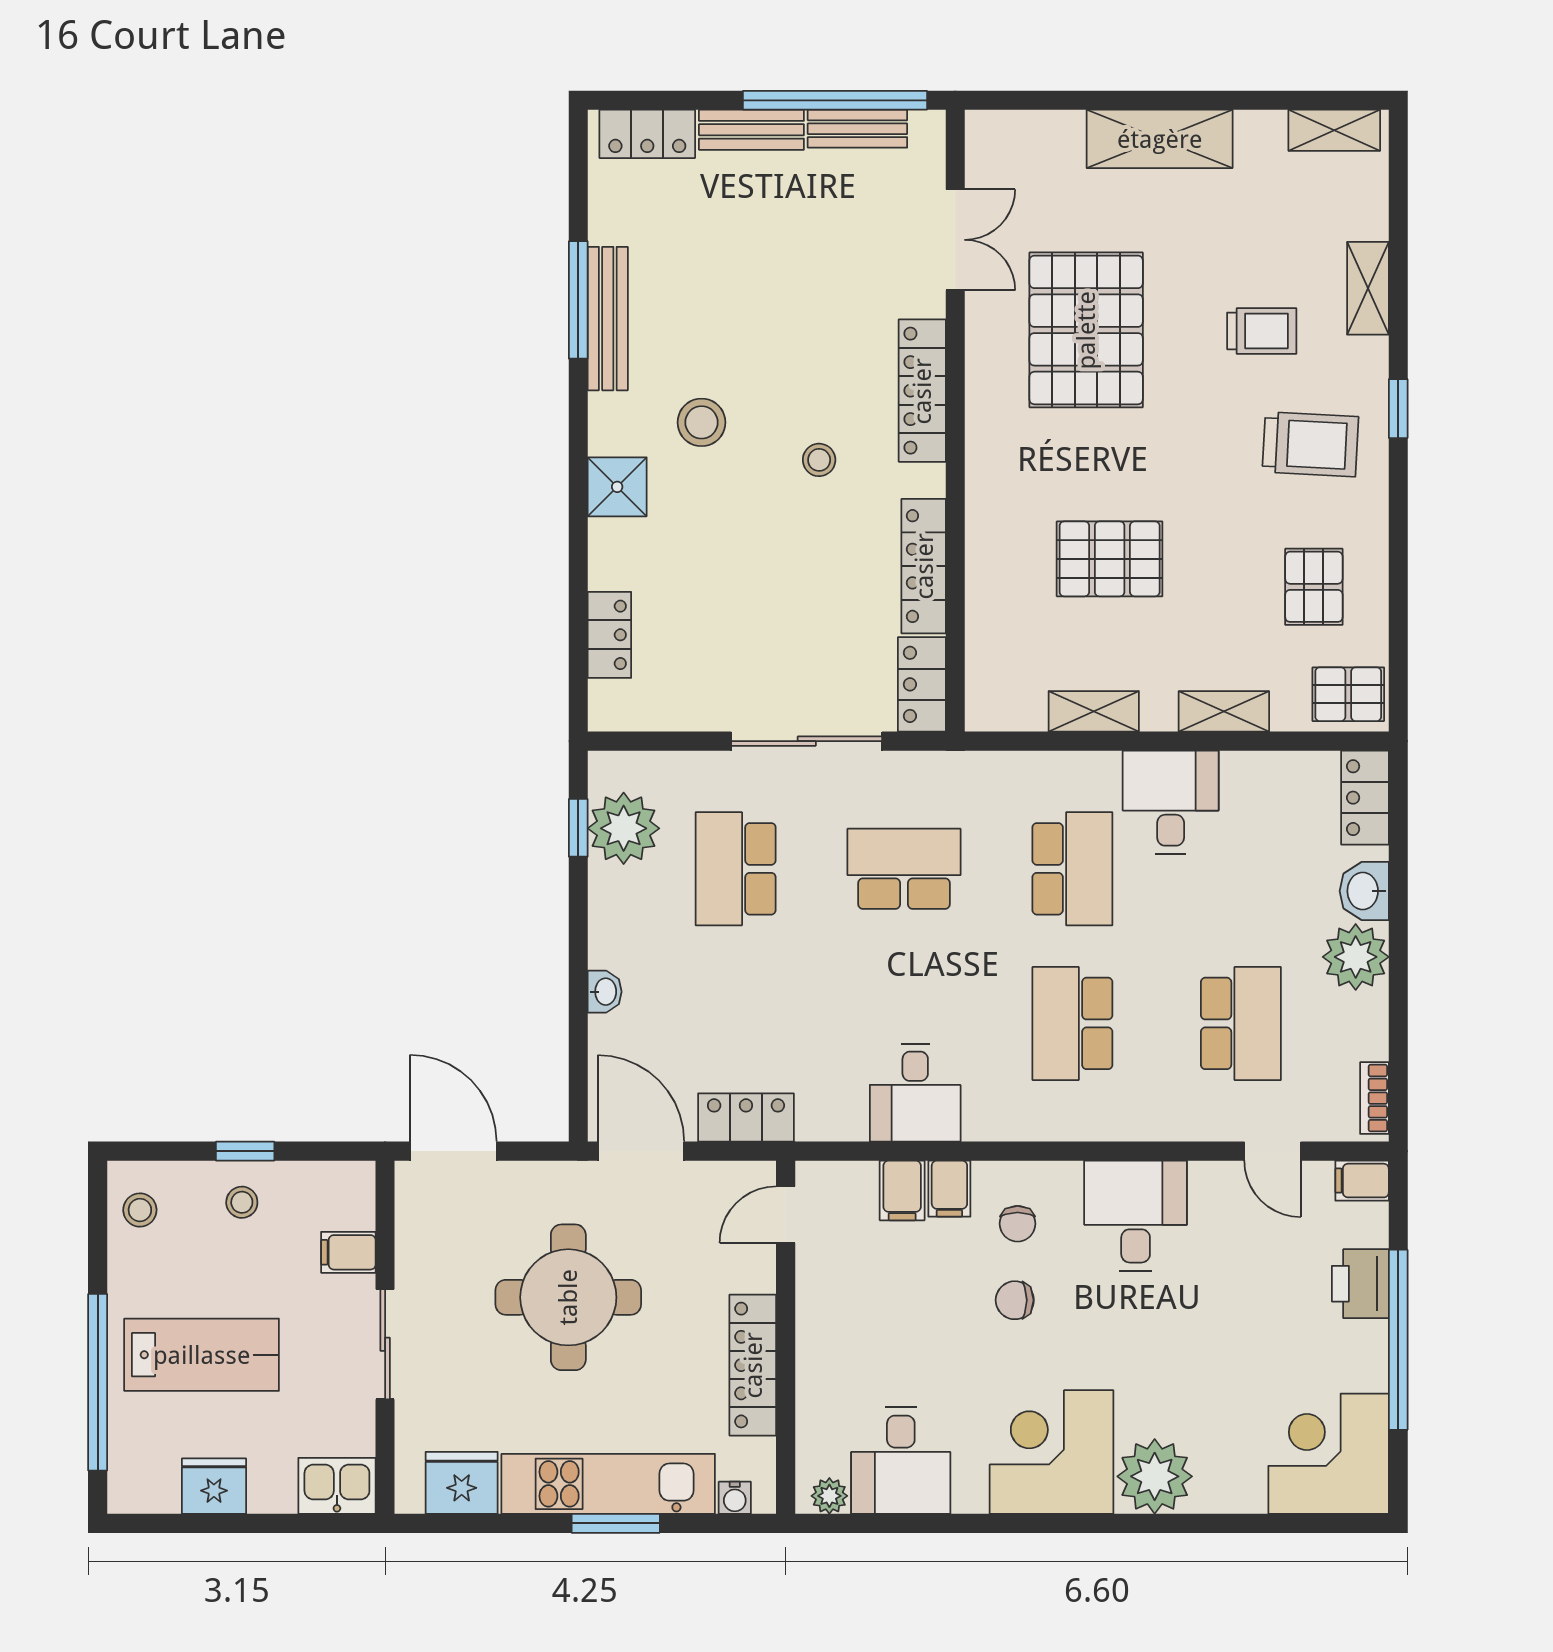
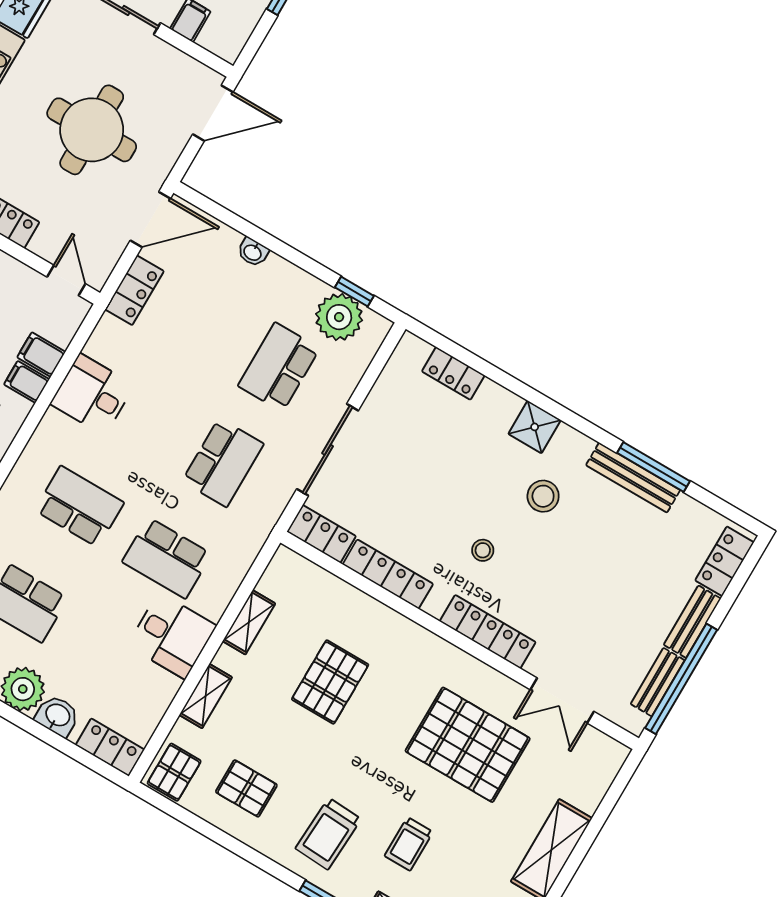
school desk: (736, 869) -> (279, 367), turned -90

